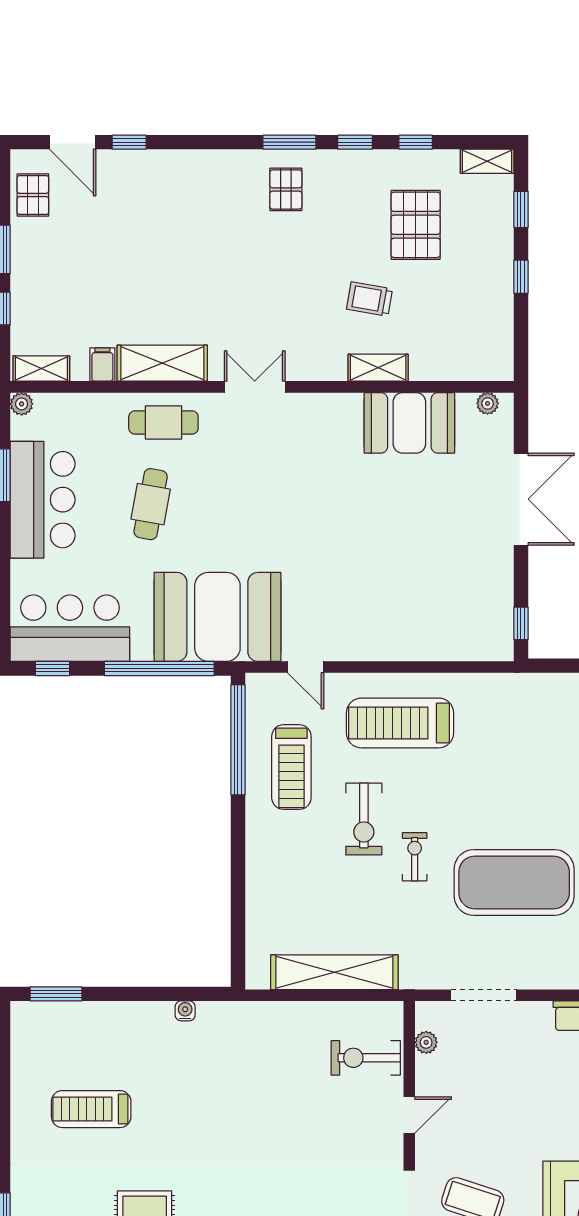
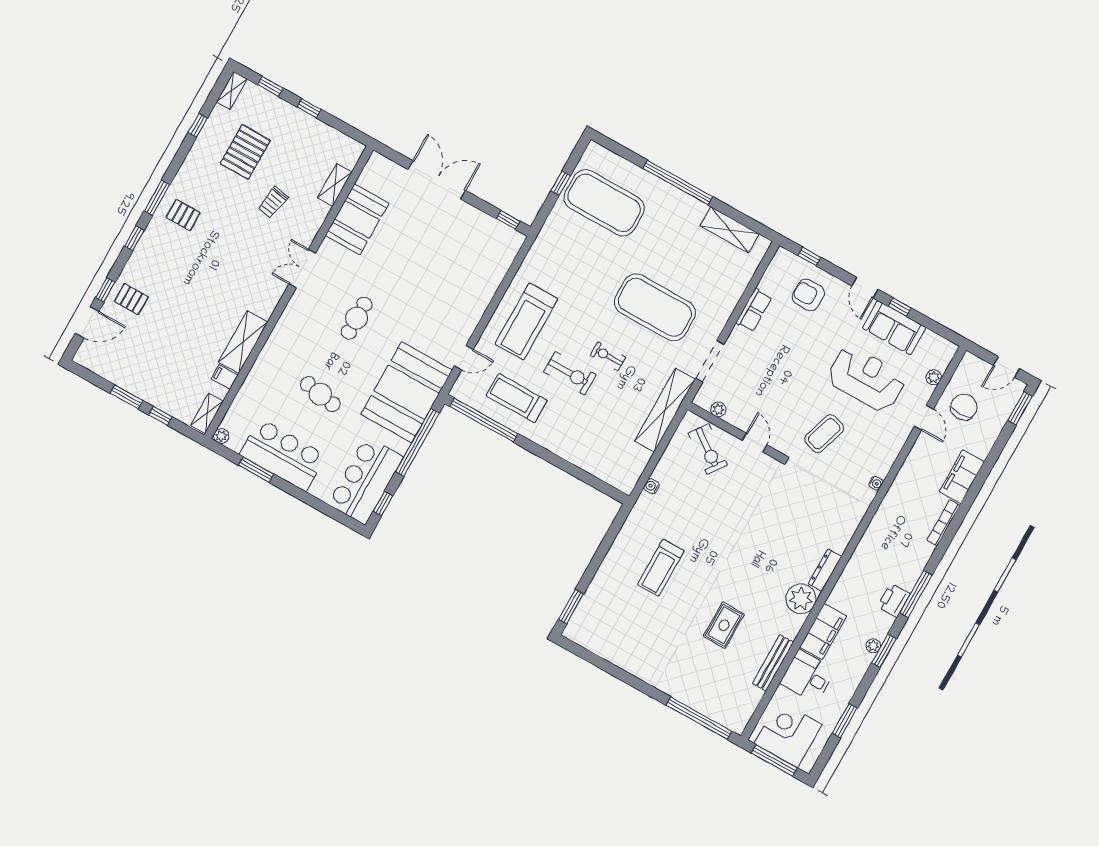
window: (355, 142) -> (134, 238), moved
pallet: (33, 195) -> (131, 299), moved
pallet: (416, 225) -> (245, 152), turned 90
shelving: (378, 368) -> (335, 185), moved
double door: (255, 387) -> (302, 268), moved
plant: (488, 403) -> (371, 168), removed
cafe table: (163, 422) -> (357, 318), moved
treadmill: (291, 767) -> (517, 398), turned 180
exercise mat: (514, 882) -> (655, 307), turned 90
shelving: (334, 972) -> (665, 410), moved
water cooler: (185, 1011) -> (651, 486), moved
exercise bike: (366, 1058) -> (708, 449), turned -54
treadmill: (91, 1109) -> (661, 568), moved

